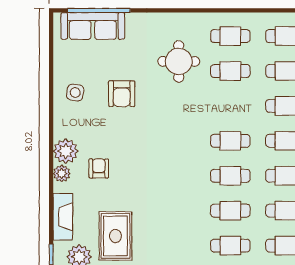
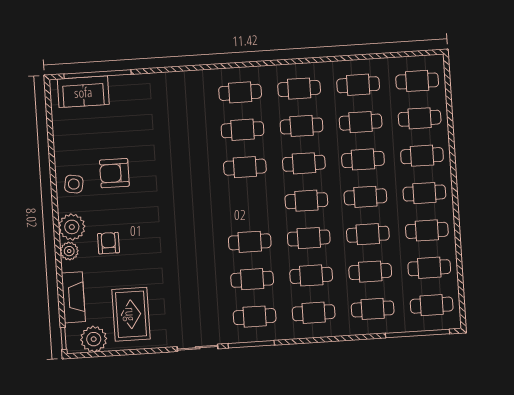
sofa: (93, 26) -> (83, 92), width x0.73
round table: (179, 61) -> (187, 123), removed
side table: (75, 93) -> (74, 184), moved
armchair: (122, 94) -> (114, 173), moved, turned 90
cafe table: (230, 141) -> (245, 167), moved

